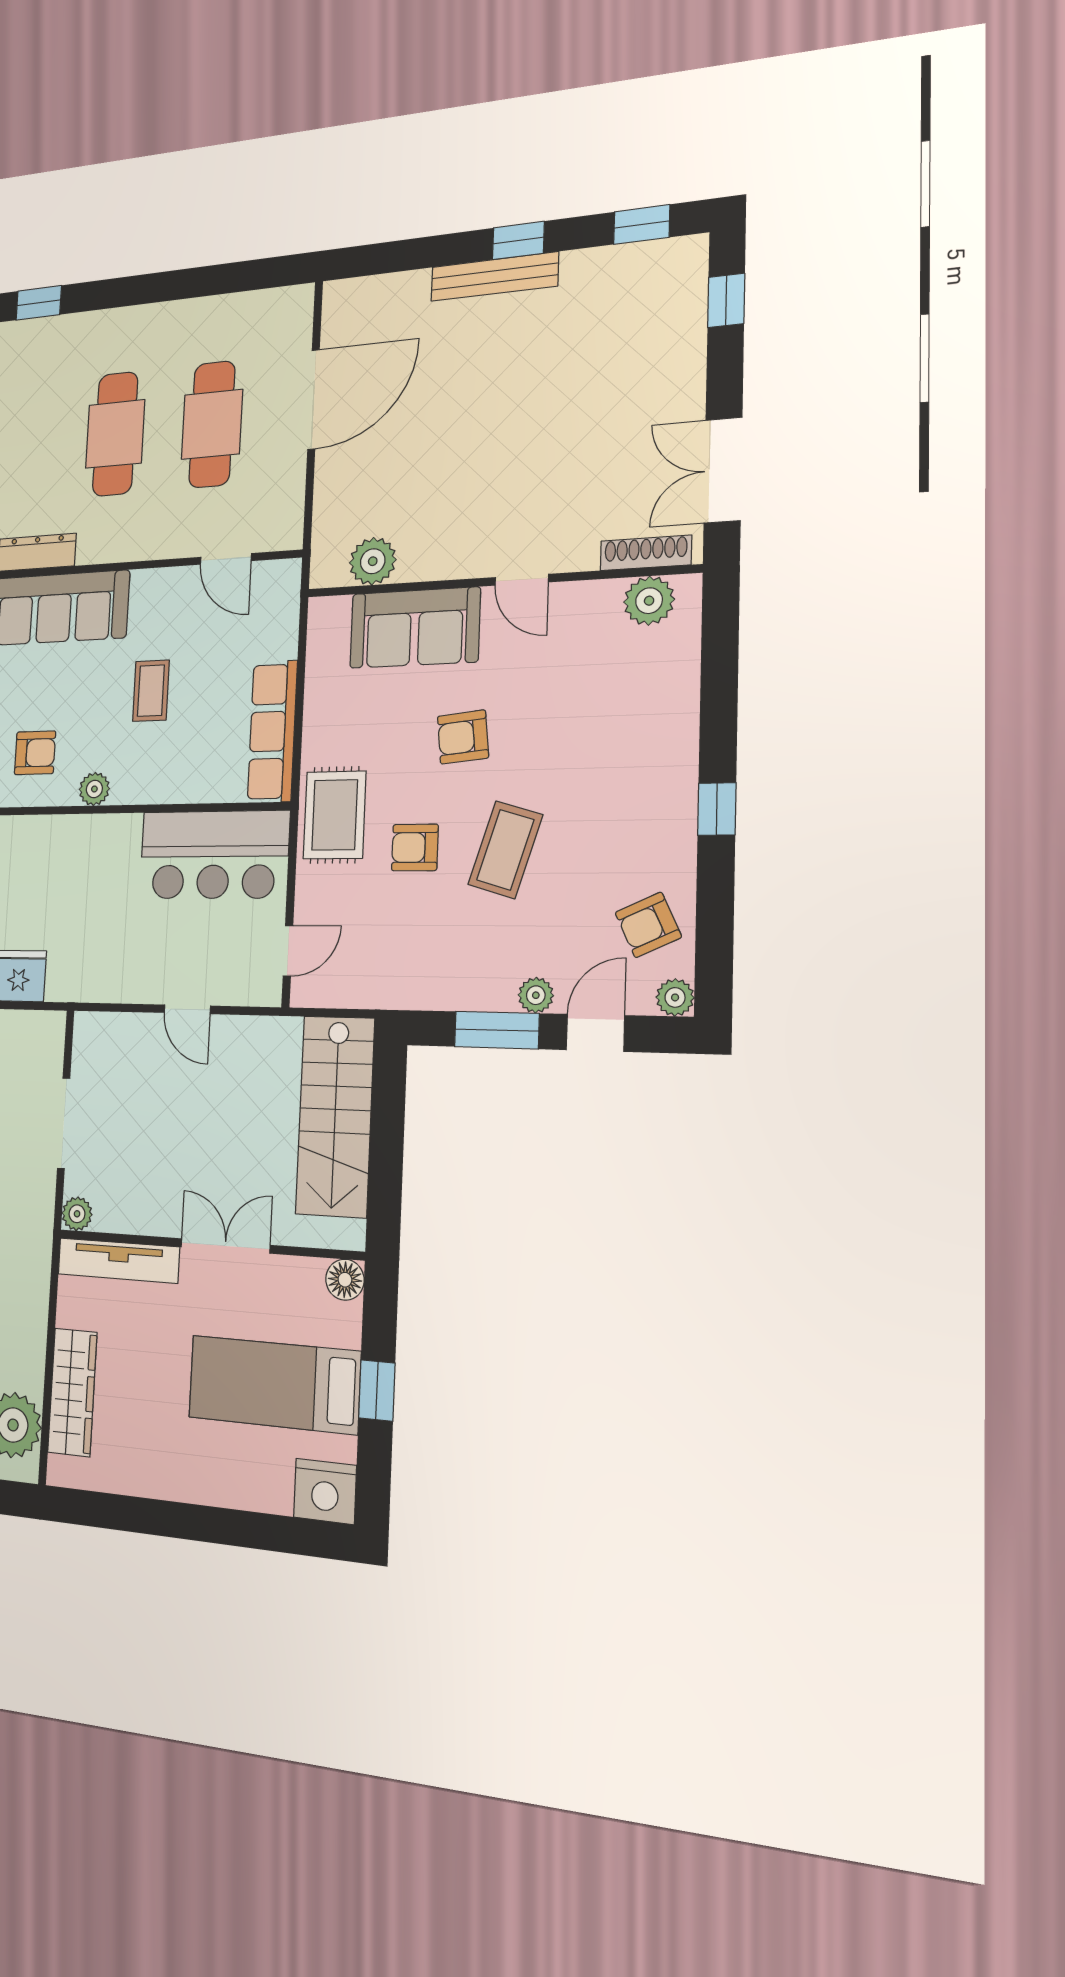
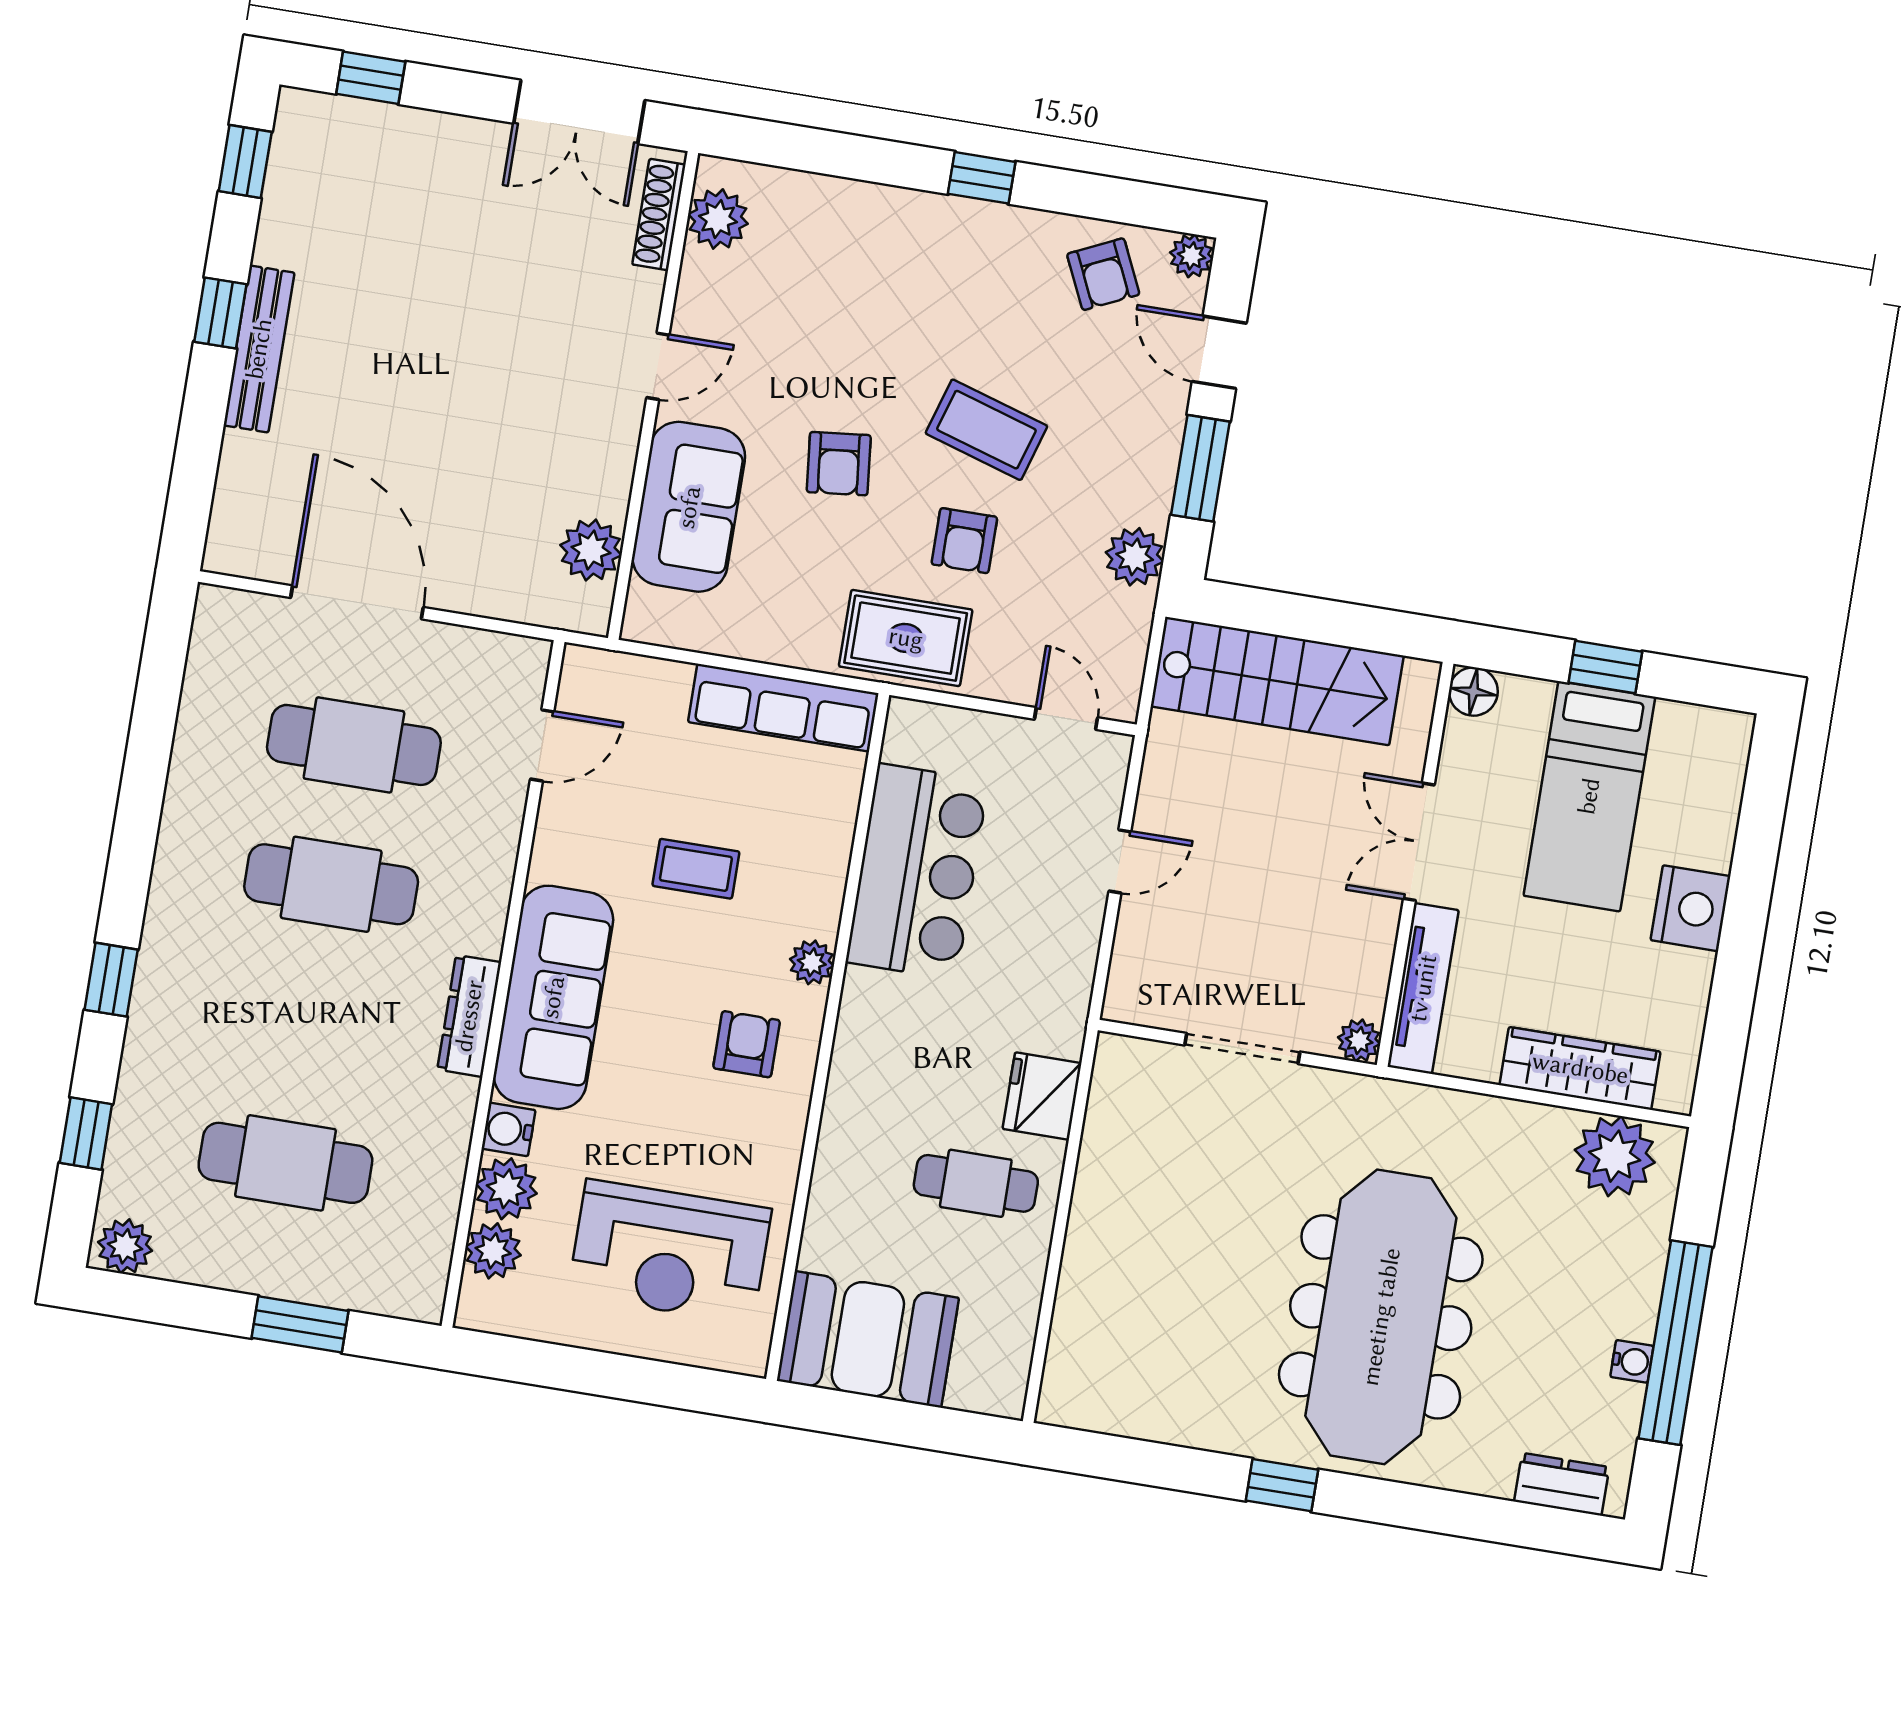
bar counter: (214, 855) -> (917, 872), moved
plant: (536, 995) -> (1135, 557), moved, width x1.38, depth x1.38
nightstand: (325, 1491) -> (1691, 908), moved

